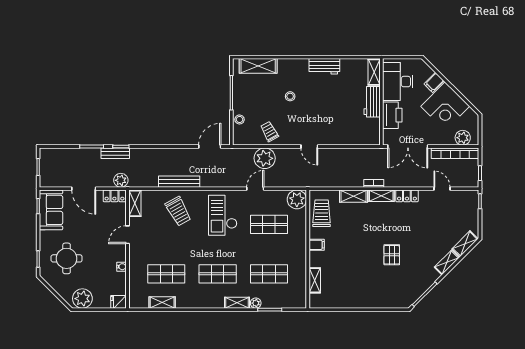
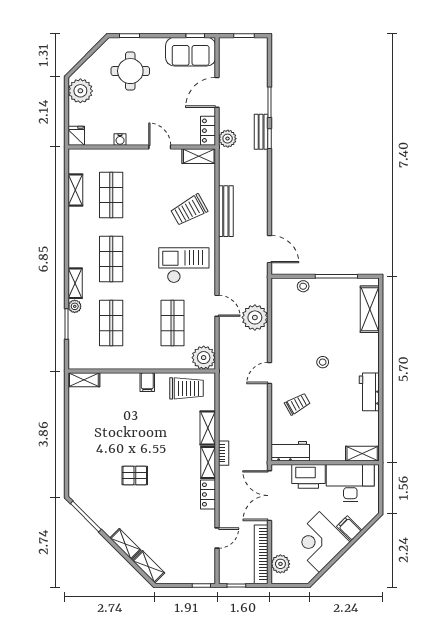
stool: (290, 96) -> (323, 362), moved
workbench: (372, 102) -> (290, 451), moved
trolley: (269, 132) -> (297, 404), moved
shelving: (315, 280) -> (84, 380), moved

